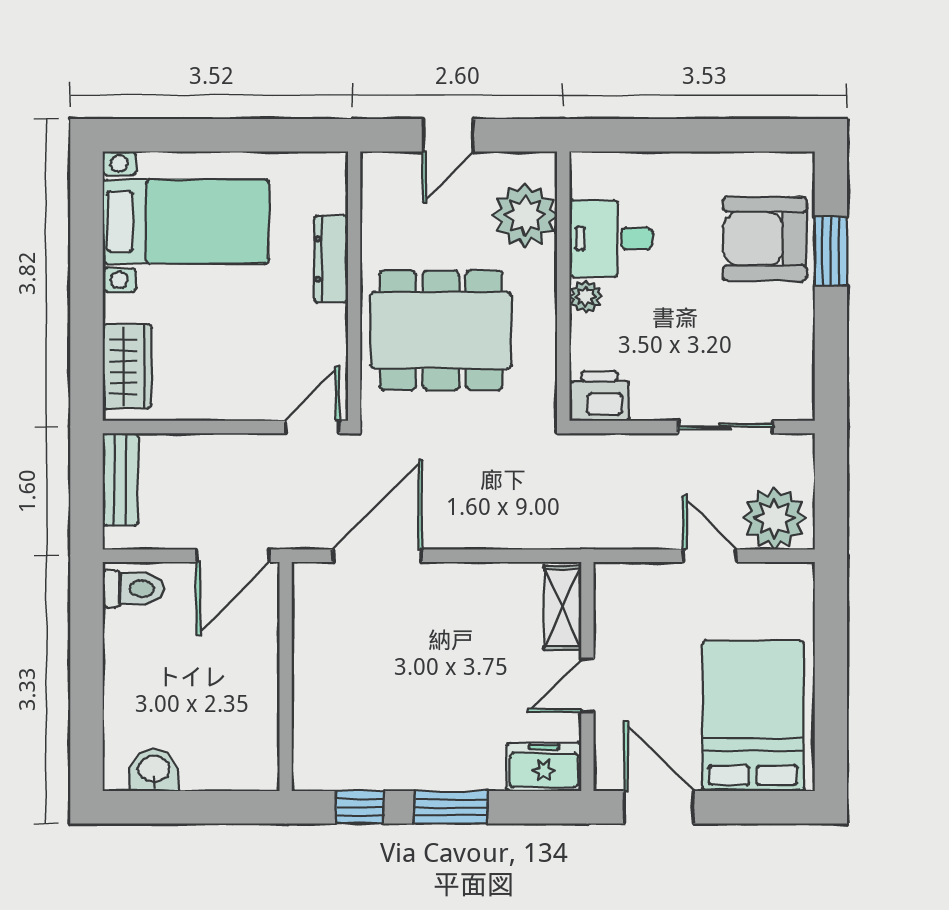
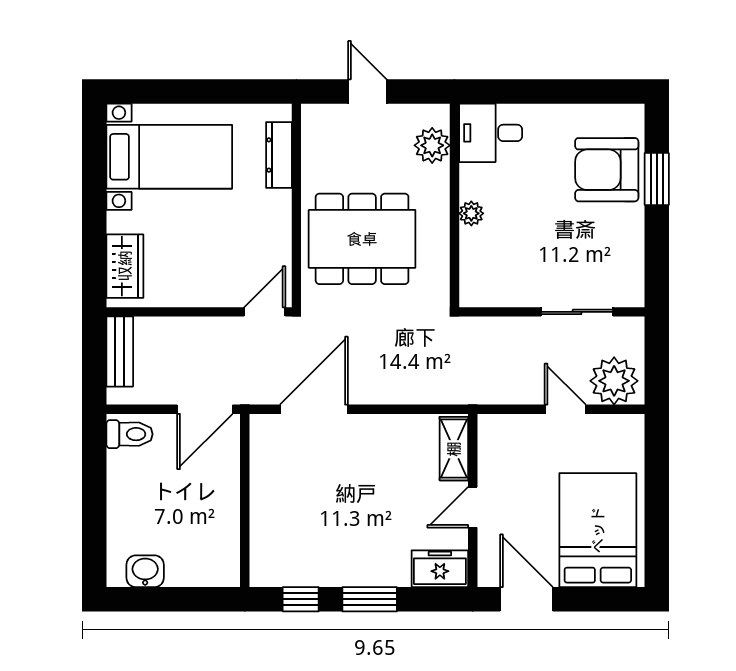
door: (448, 135) -> (367, 91), swing flipped
plant: (525, 215) -> (432, 145), width x0.73, depth x0.73
desk: (611, 239) -> (491, 133), moved
dresser: (331, 259) -> (279, 155), moved
printer: (599, 396) -> (482, 289), removed

